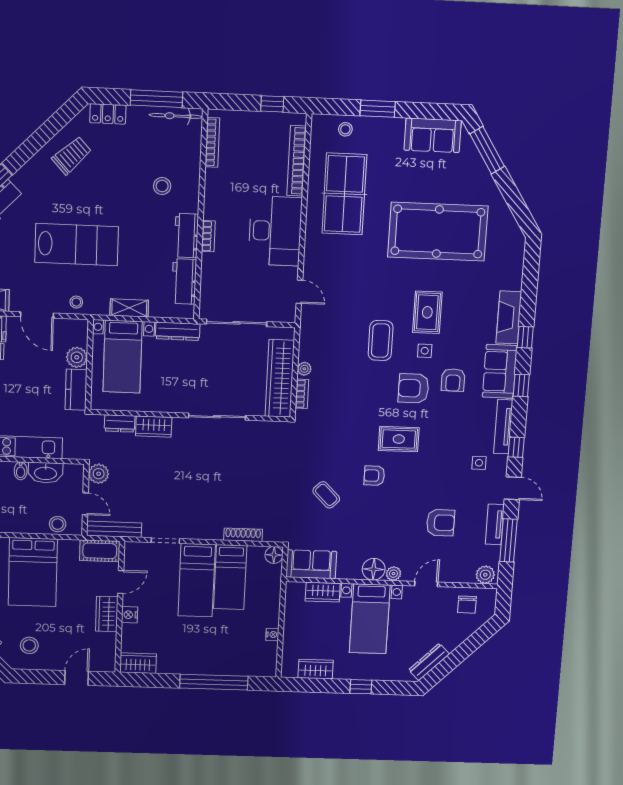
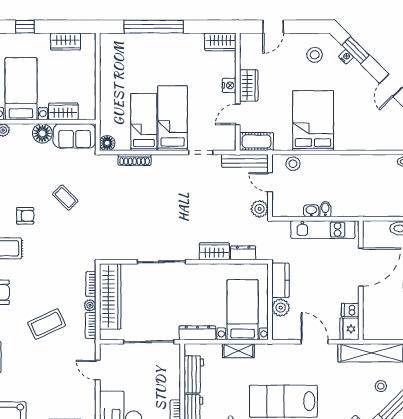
stool: (76, 302) -> (282, 354), removed
coffee table: (381, 340) -> (47, 324), moved, turned 65
bookcase: (305, 345) -> (91, 325), added
washbasin: (45, 473) -> (311, 211), width x0.52, depth x0.69
floor lamp: (374, 569) -> (42, 133), moved
nightstand: (272, 634) -> (105, 72), removed

